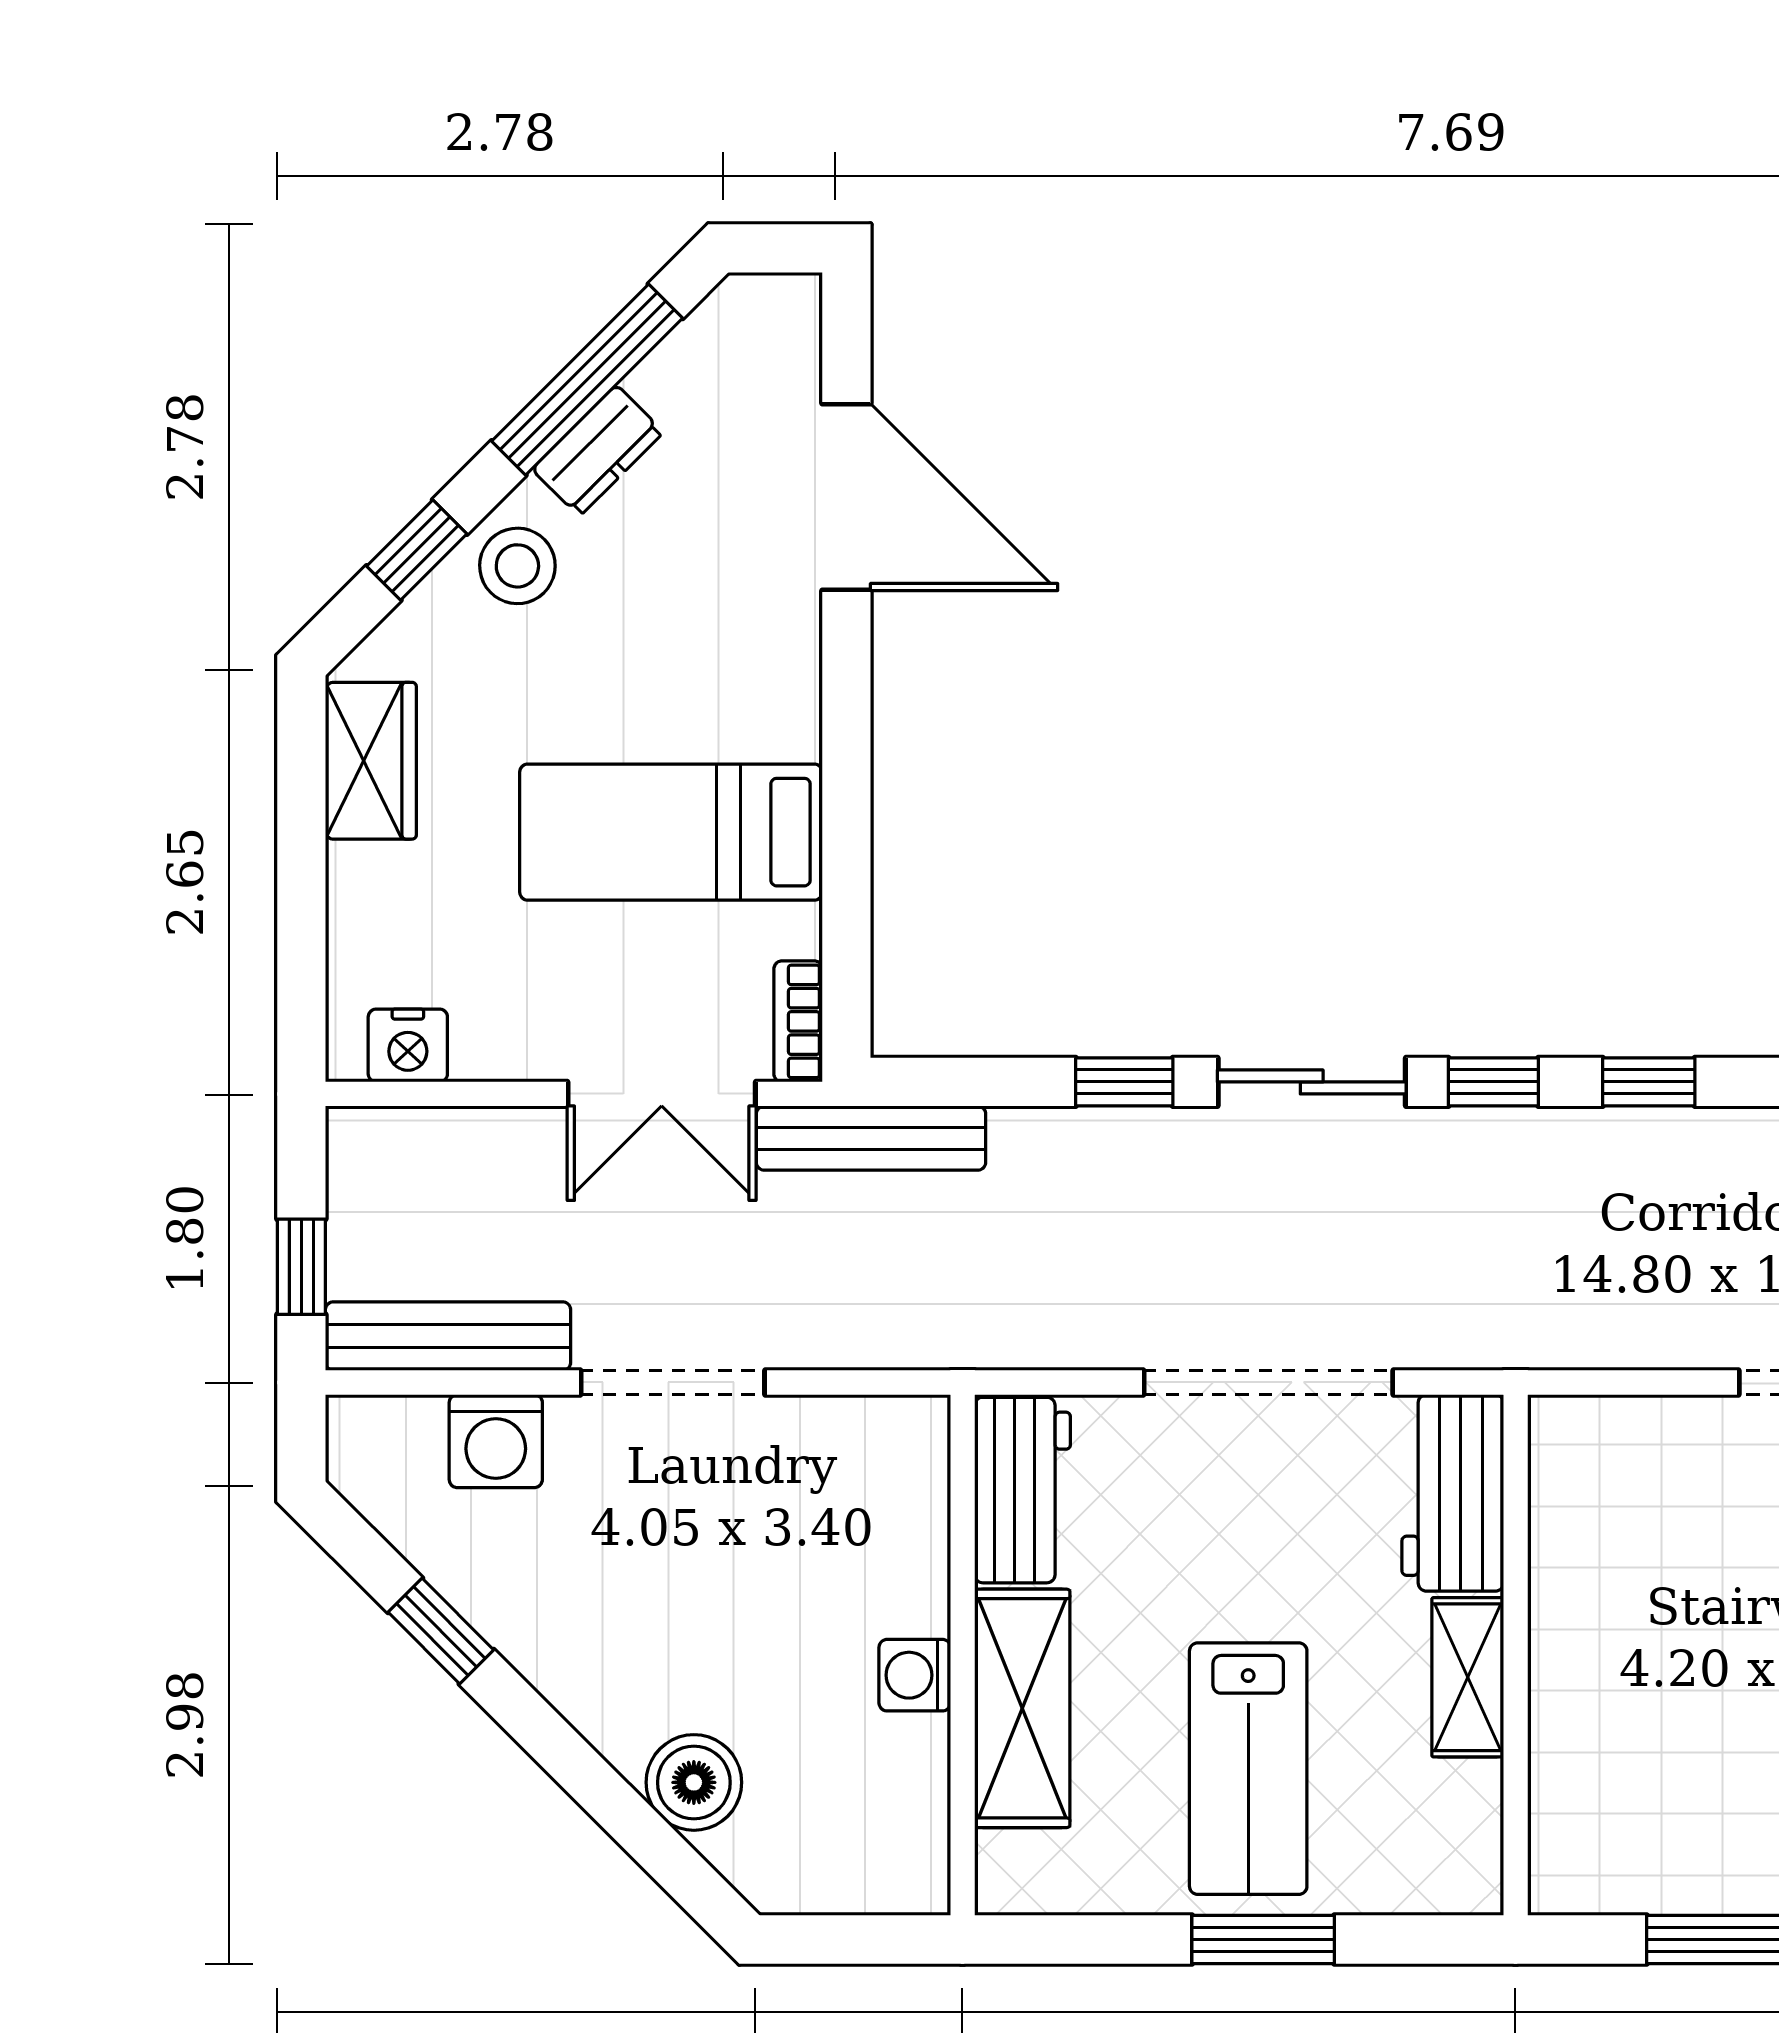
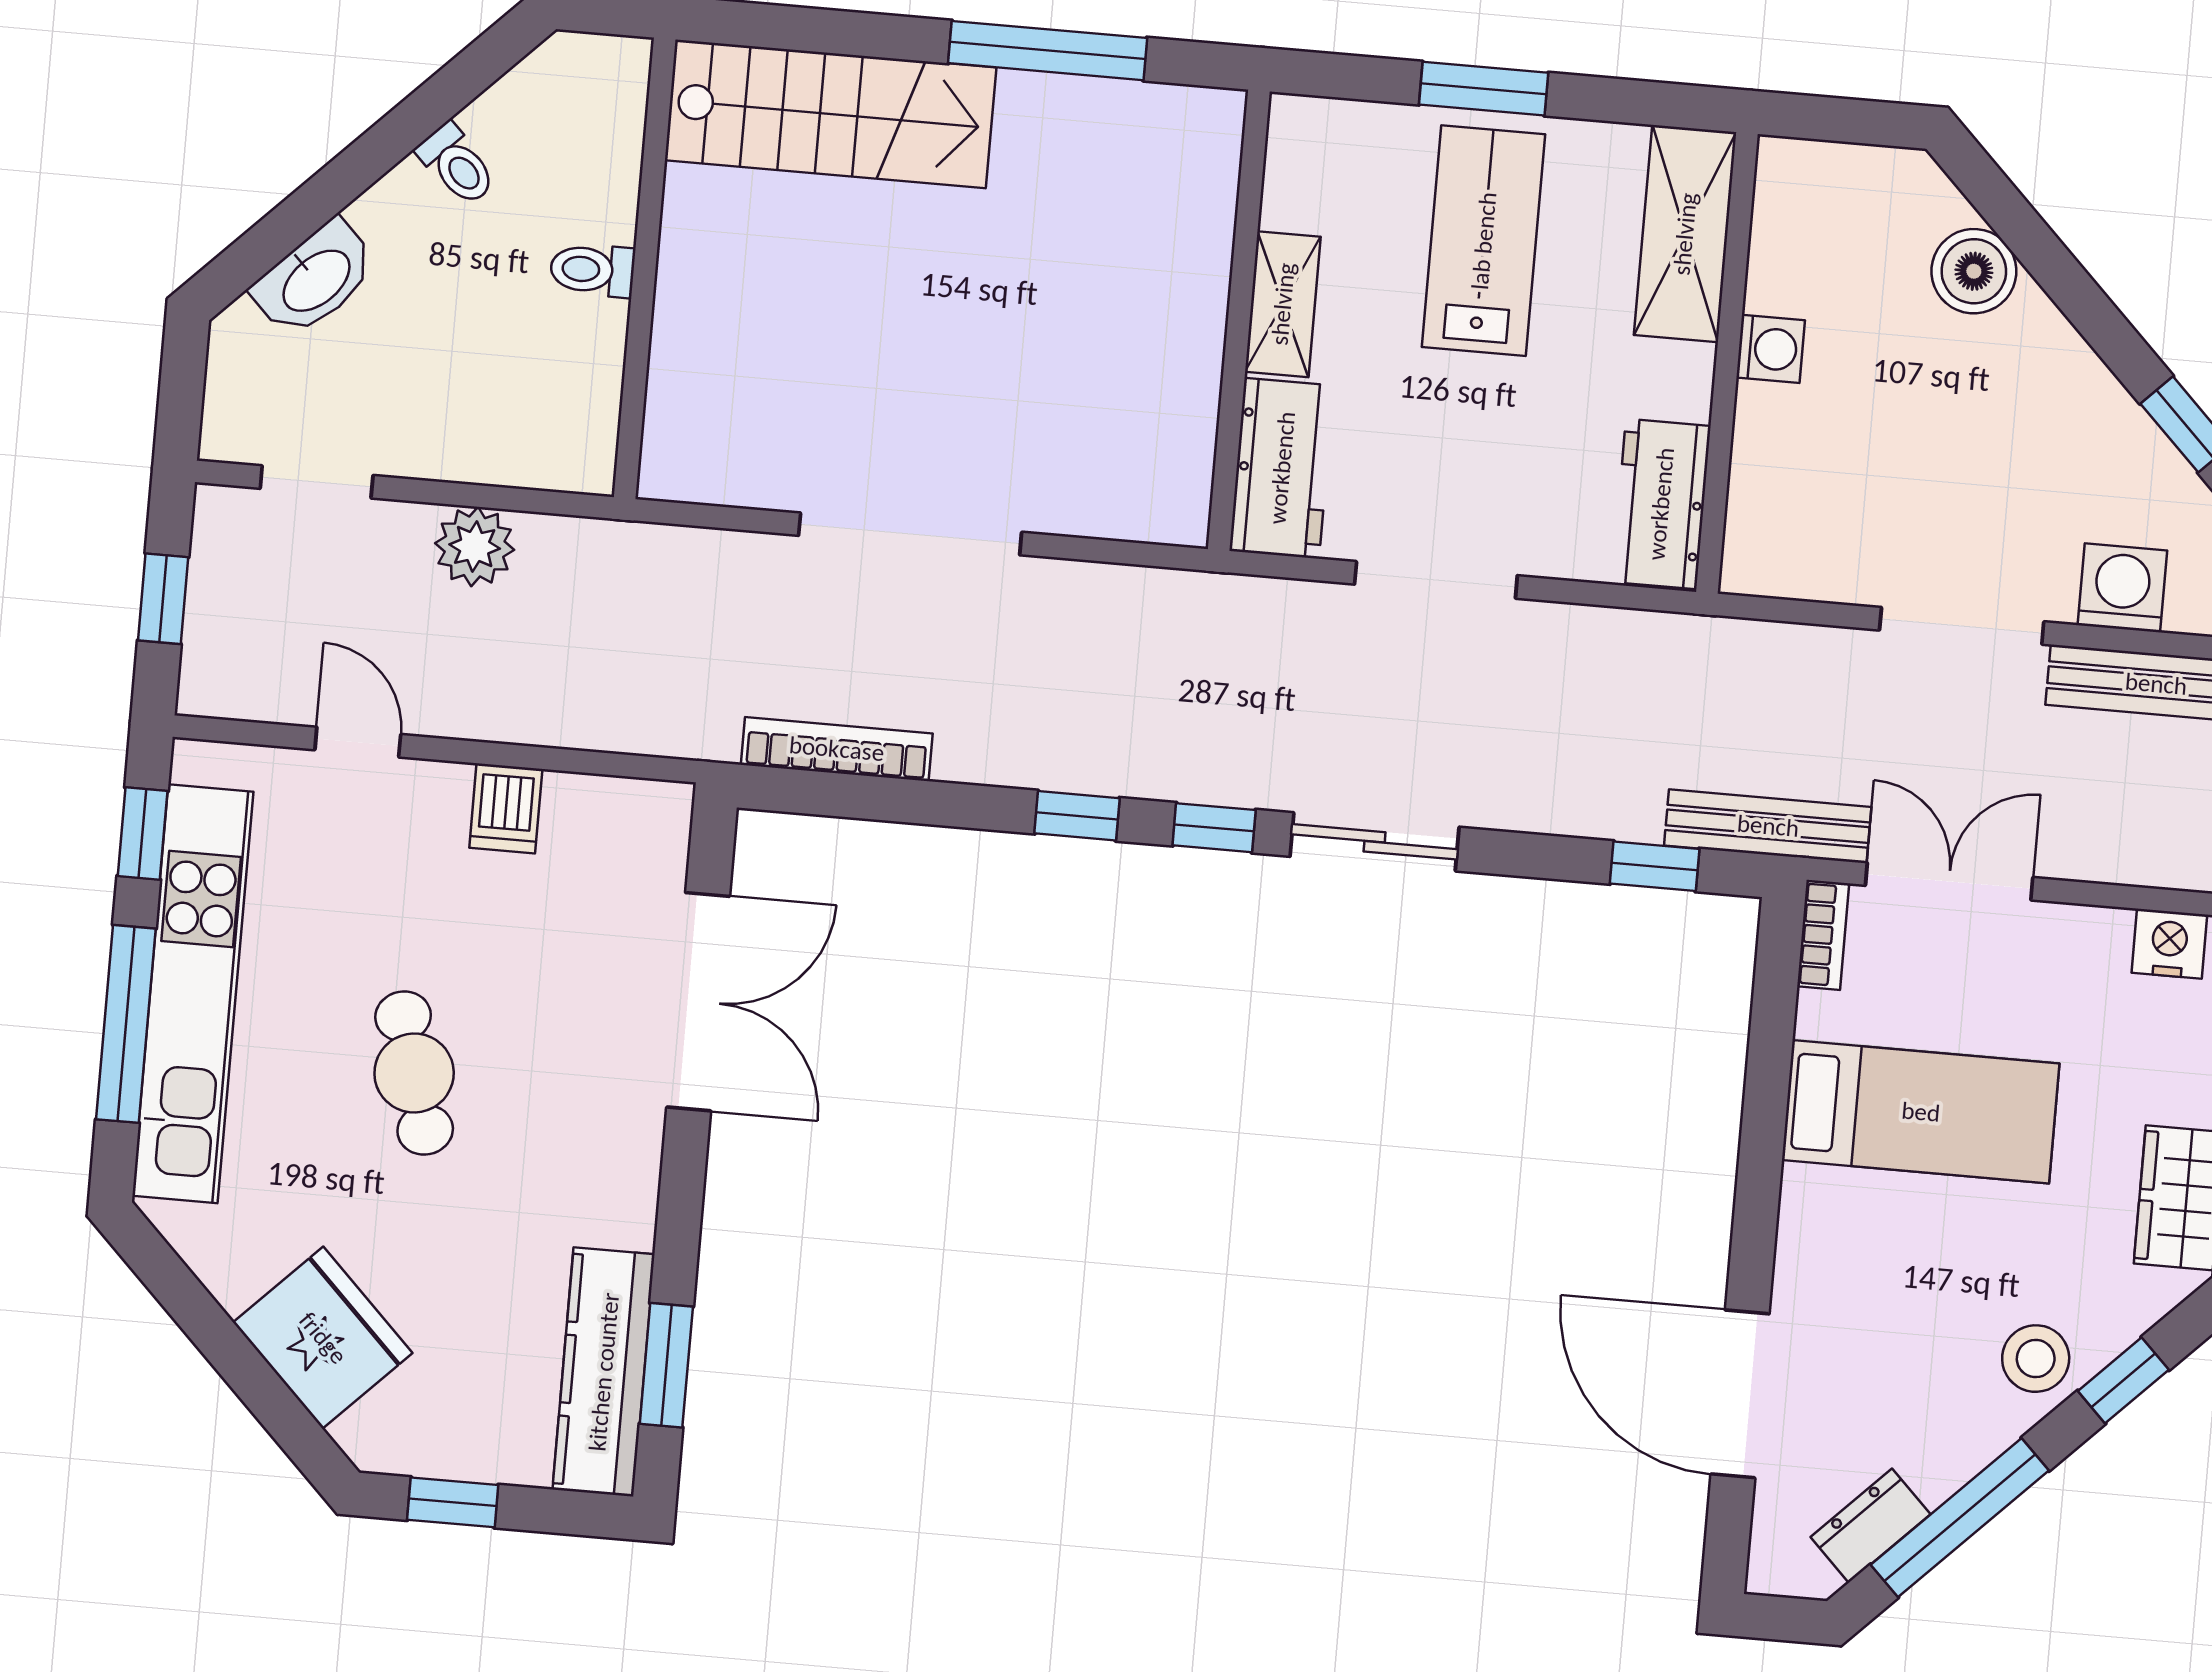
dresser: (598, 451) -> (1870, 1526), moved
window: (1124, 1082) -> (1655, 866), moved
doorway: (1268, 1382) -> (1436, 580), width x0.73
shelving: (1022, 1708) -> (1685, 234), moved

